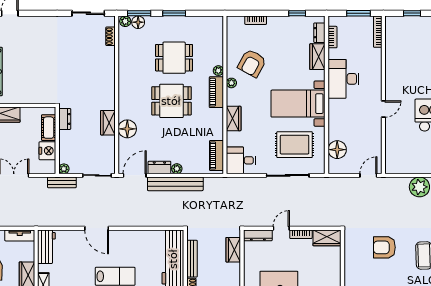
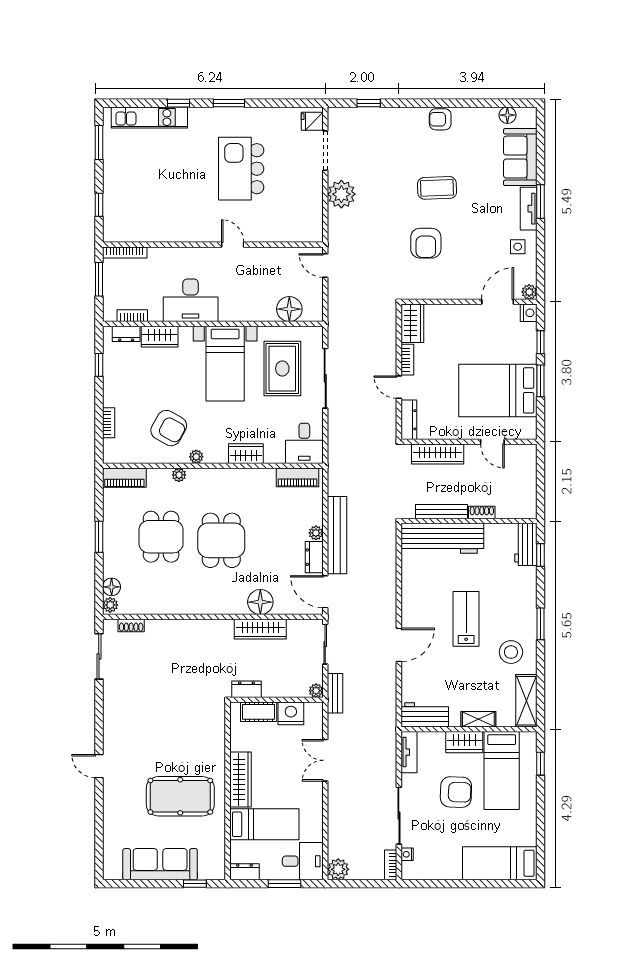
window: (139, 13) -> (99, 585), removed
piano: (216, 92) -> (124, 478), moved
wardrobe: (108, 123) -> (260, 629), width x1.50
wardrobe: (233, 250) -> (438, 454), width x1.50

